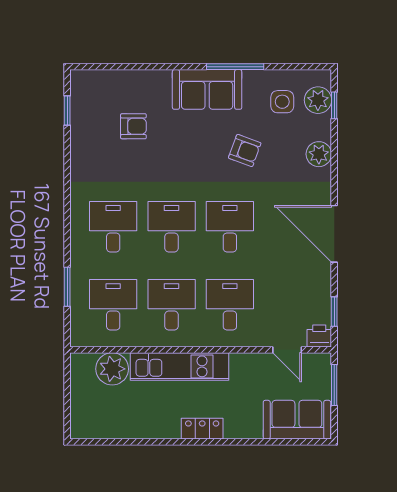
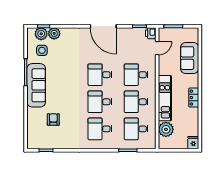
sofa: (207, 89) -> (36, 85), width x1.36
armchair: (245, 150) -> (65, 68), removed
plant: (319, 154) -> (54, 33), moved
door: (334, 234) -> (103, 26), hinge flipped
sofa: (297, 420) -> (190, 58), moved
fridge: (84, 428) -> (193, 143), added
locker: (202, 429) -> (194, 98), moved

